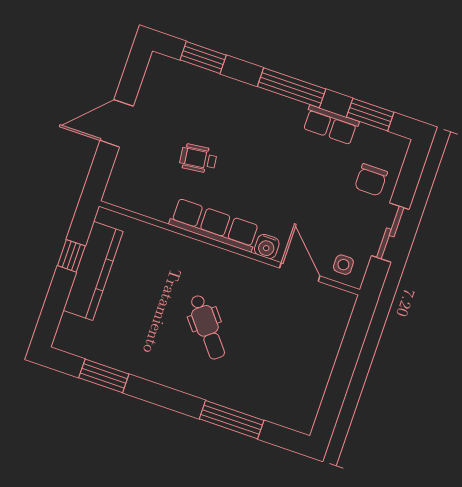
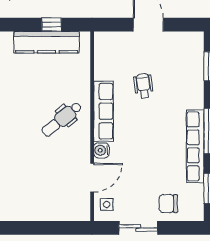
row of seats: (331, 125) -> (195, 146), width x2.02
dental chair: (207, 327) -> (62, 119), moved

